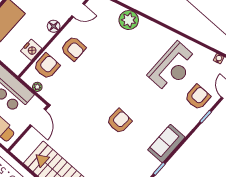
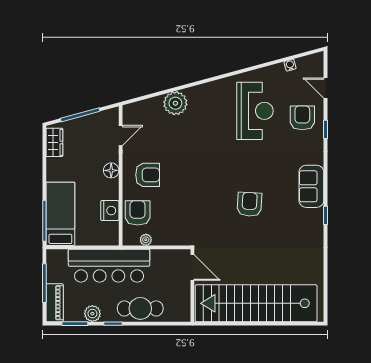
door: (38, 117) -> (192, 268), moved
wall: (28, 128) -> (192, 286), moved

